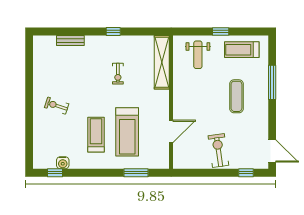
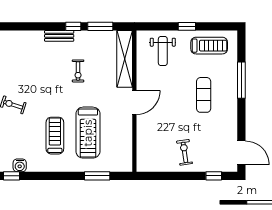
window: (139, 31) -> (100, 26), added
bench: (70, 41) -> (59, 36), moved
treadmill: (242, 50) -> (209, 46), turned 180
door: (171, 131) -> (134, 103), moved
exercise bike: (218, 151) -> (185, 152), width x0.73, depth x0.72

